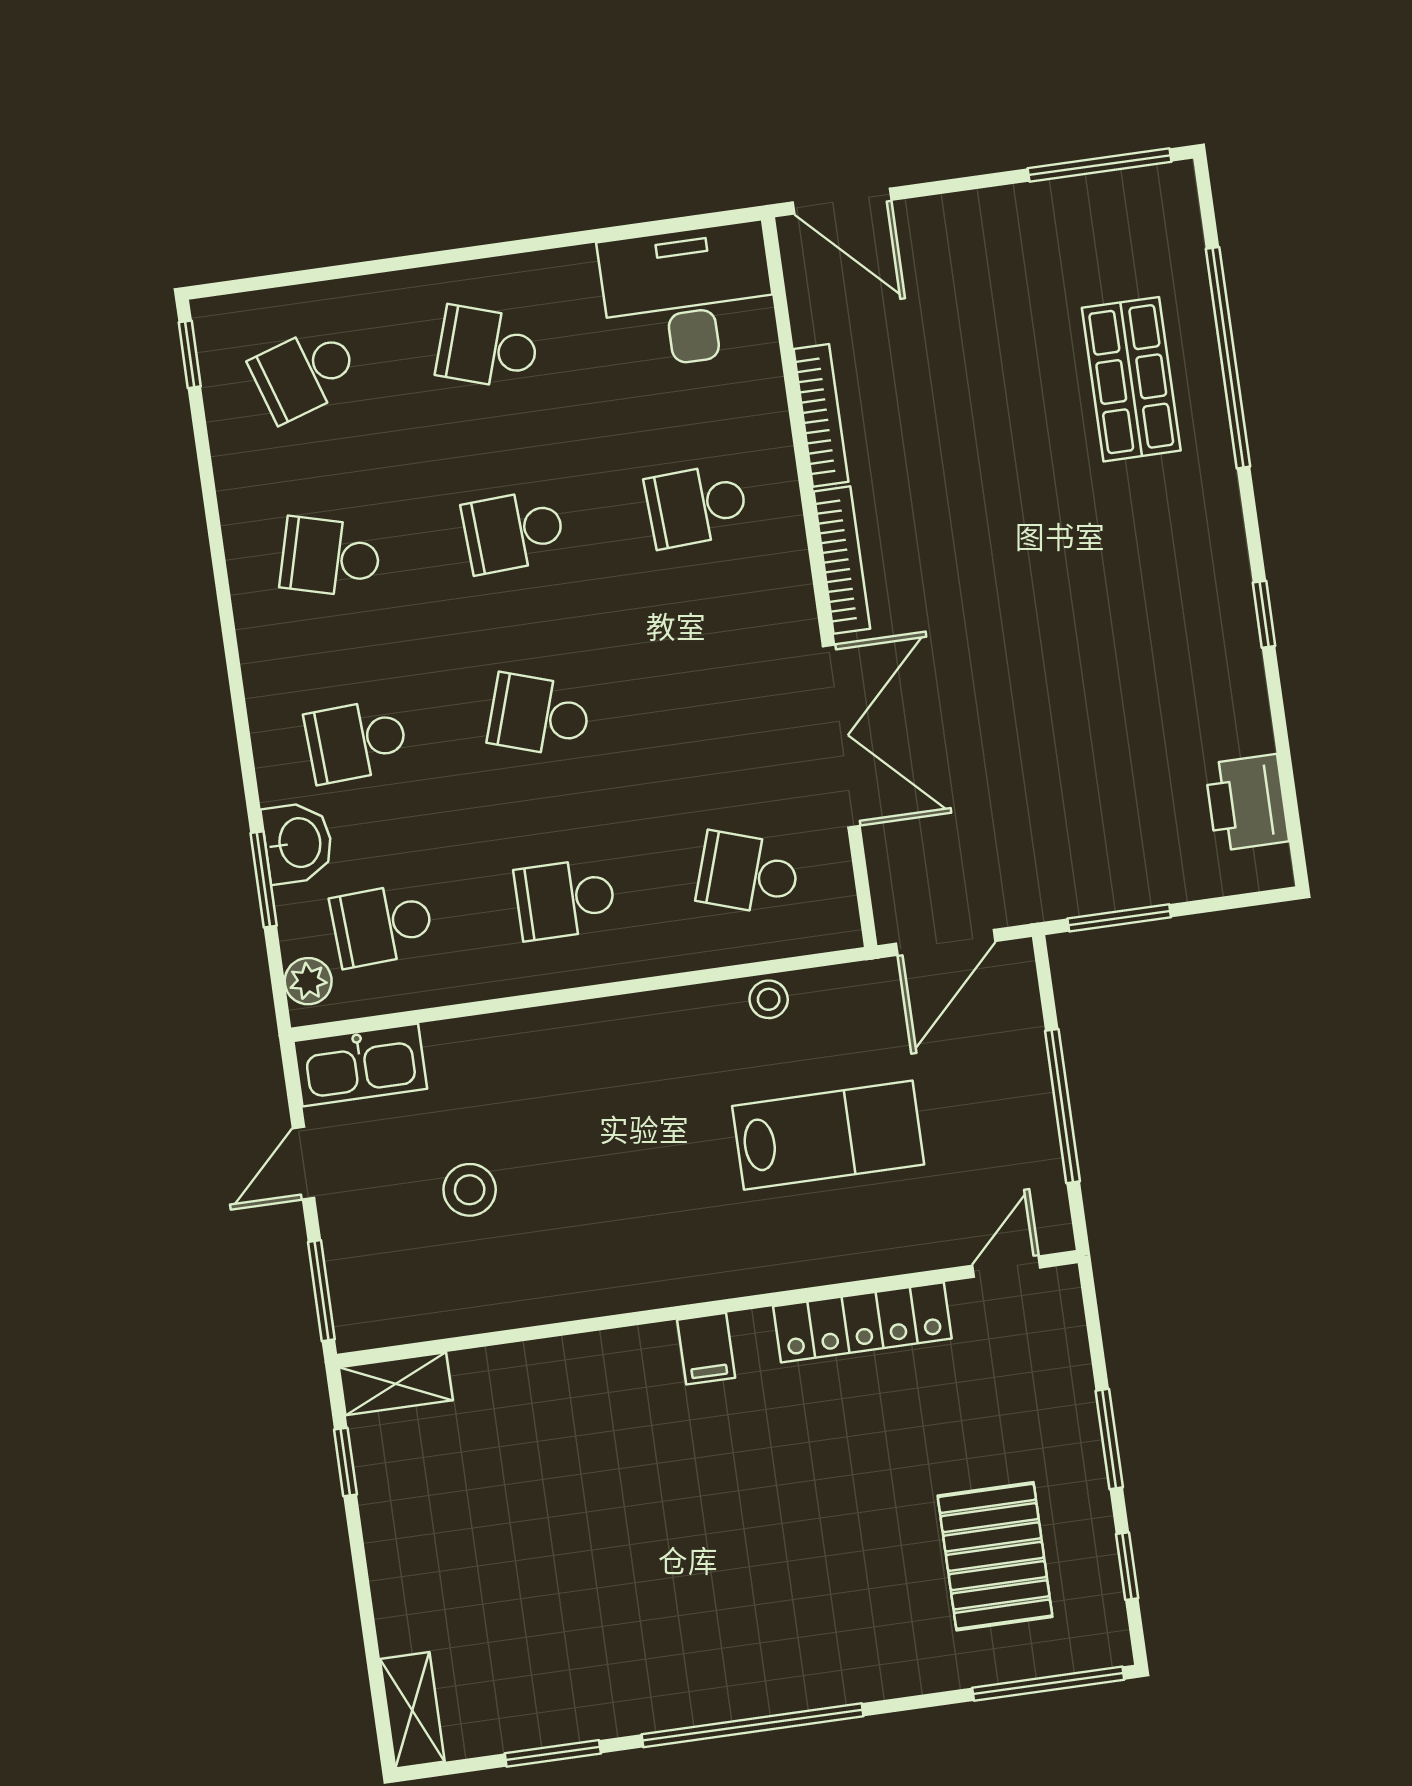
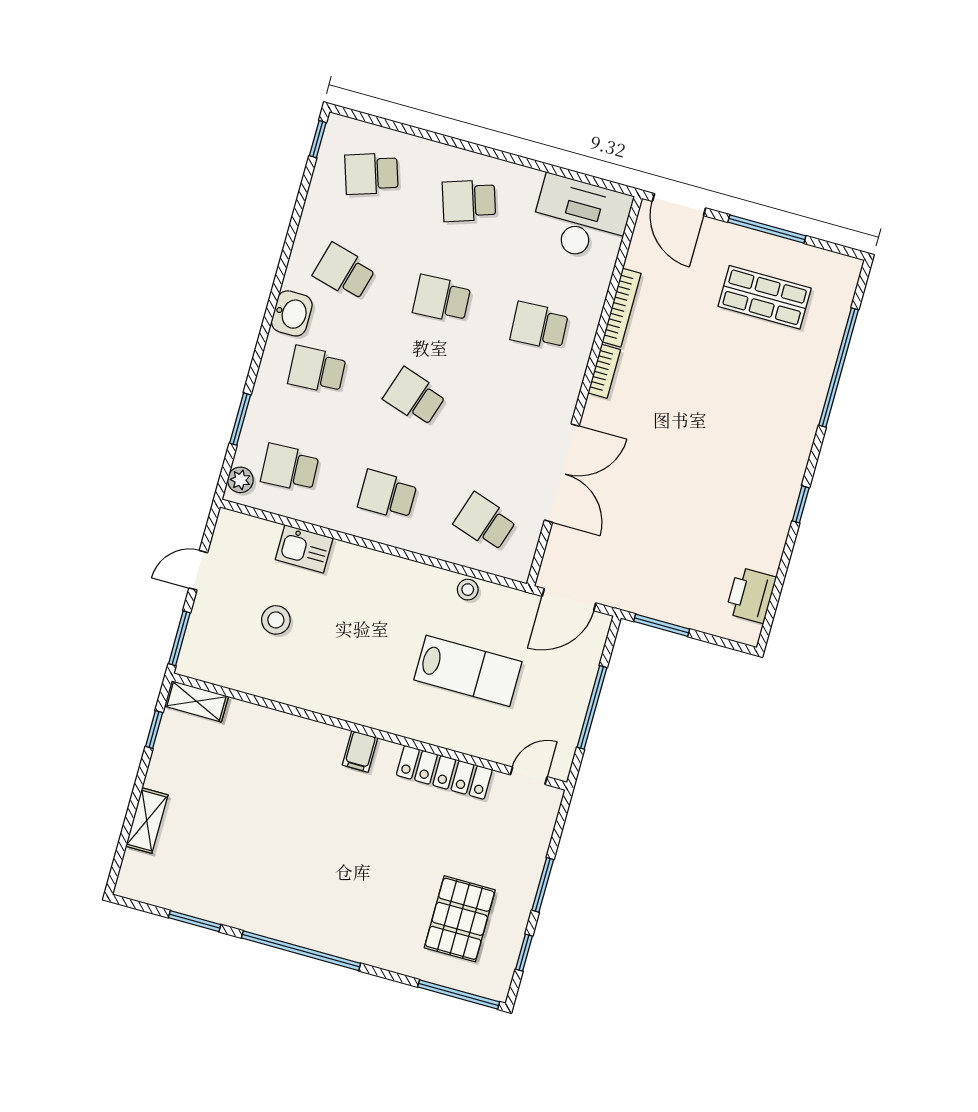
window: (1099, 165) -> (767, 229), moved
school desk: (488, 348) -> (469, 201), turned -36
shop shelf: (1131, 379) -> (765, 297), moved, turned 90
bookcase: (842, 560) -> (604, 371), width x0.64
washbasin: (298, 843) -> (292, 313), moved
kitchen sink: (360, 1065) -> (304, 549), moved, width x0.73
shelving: (412, 1710) -> (147, 821), moved

